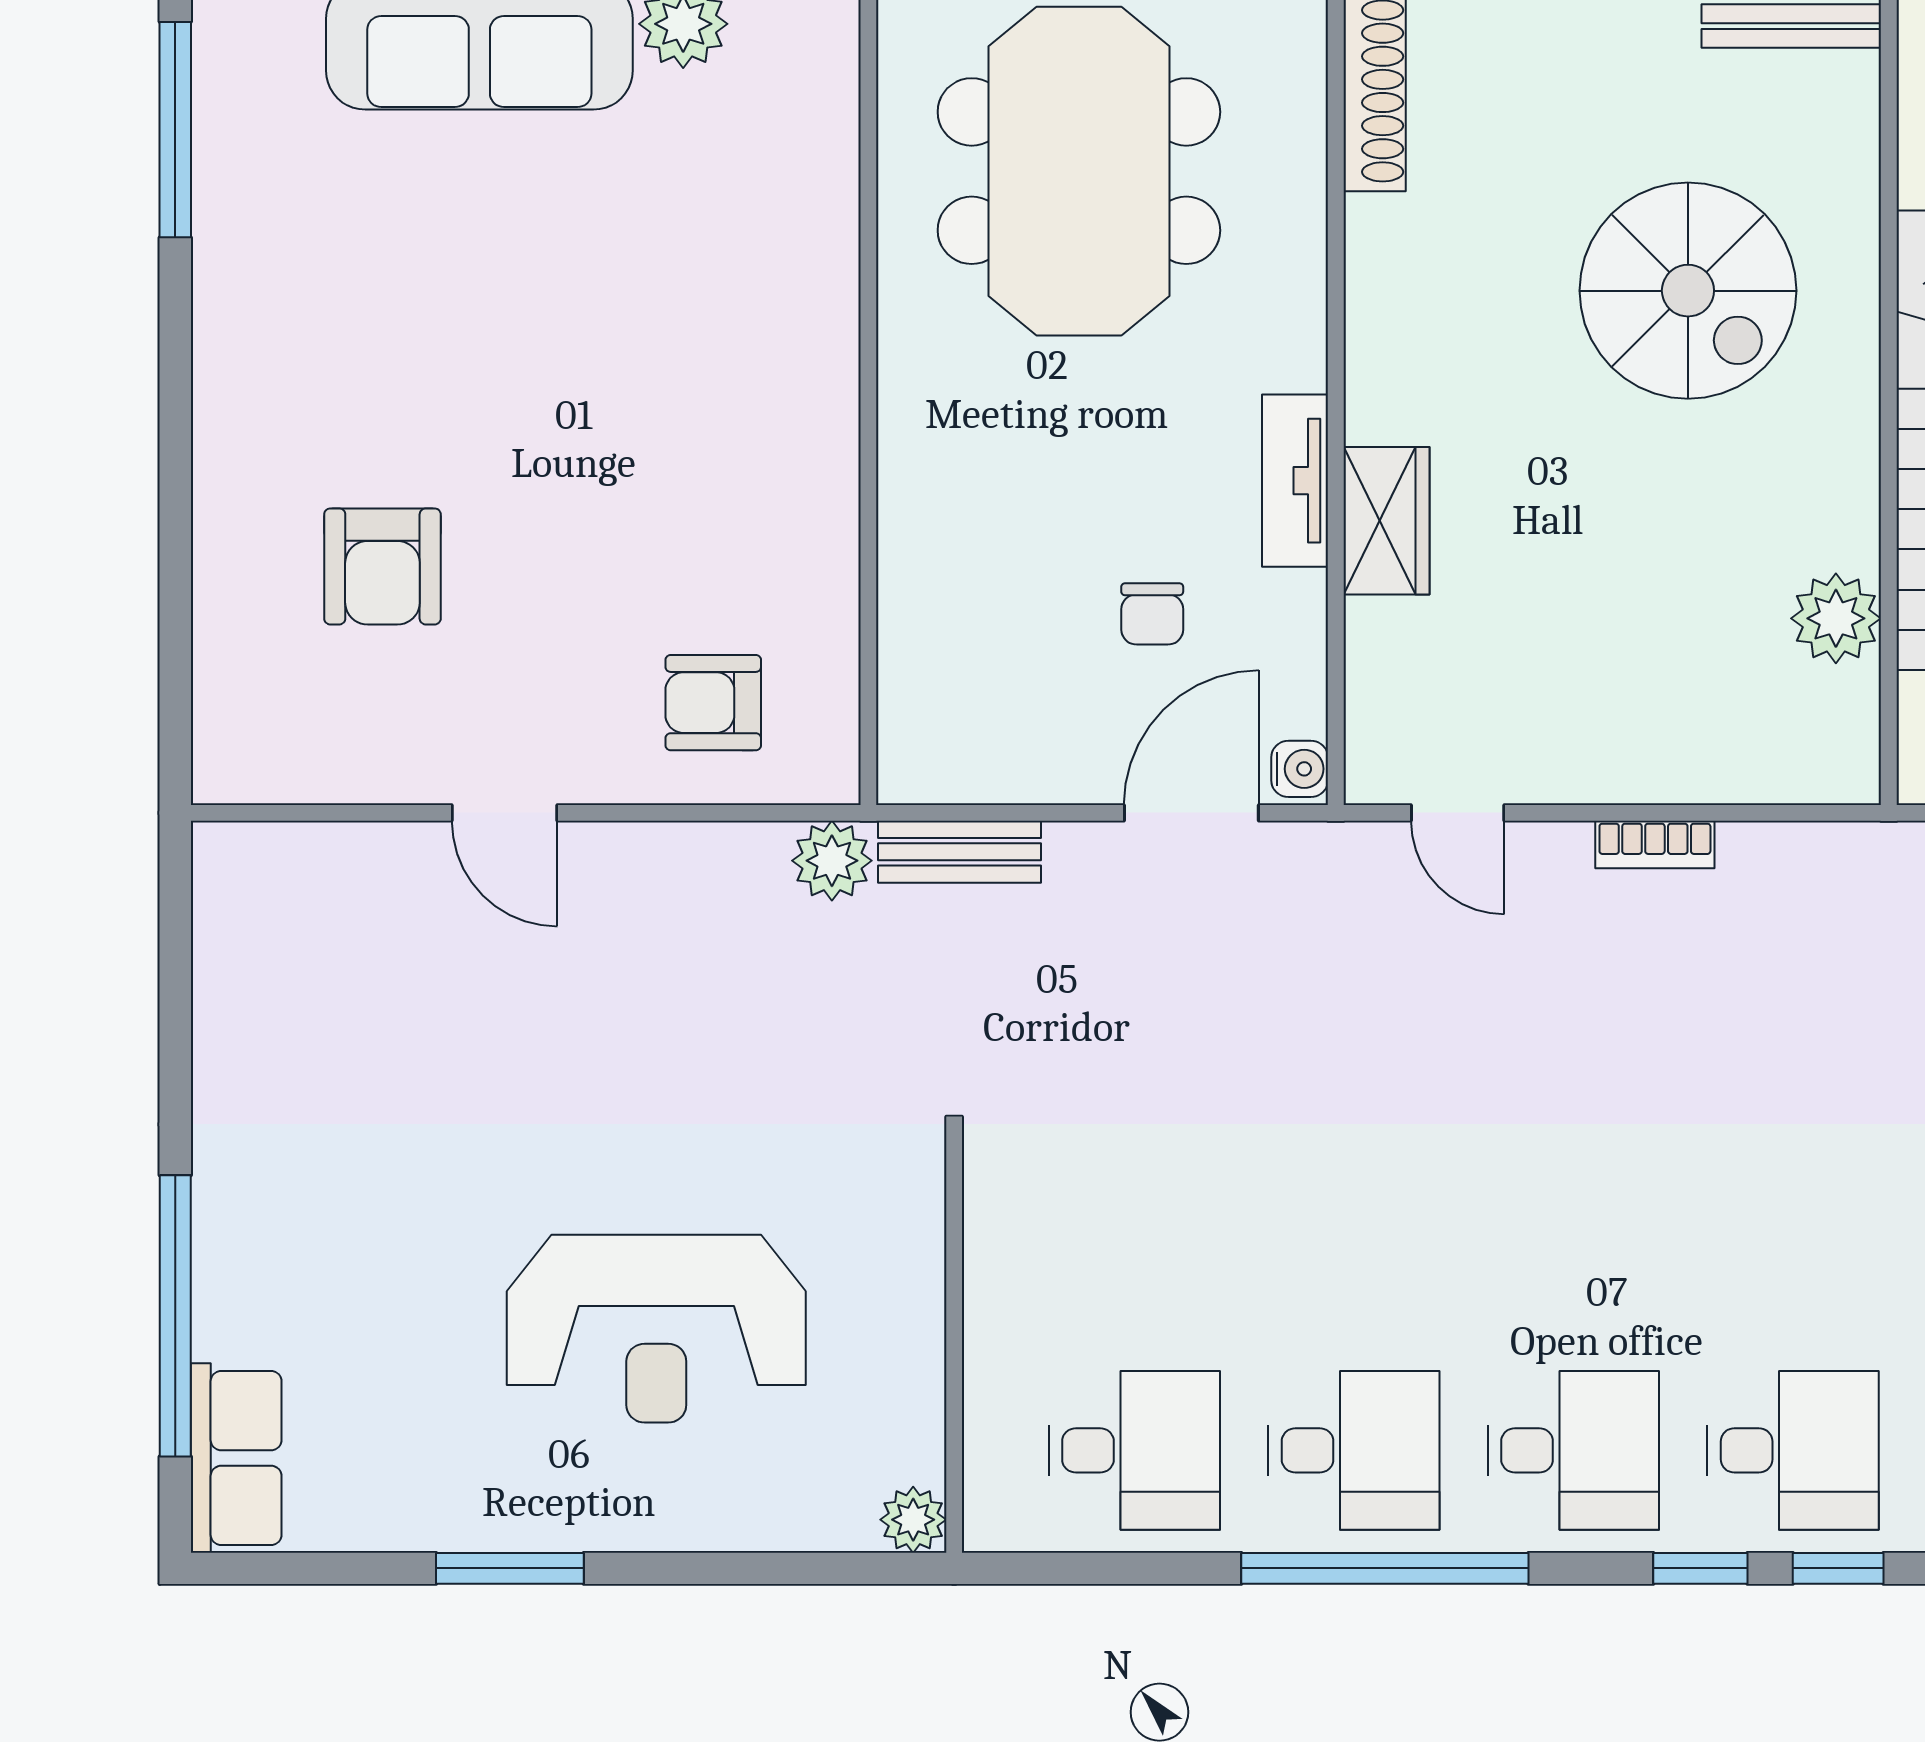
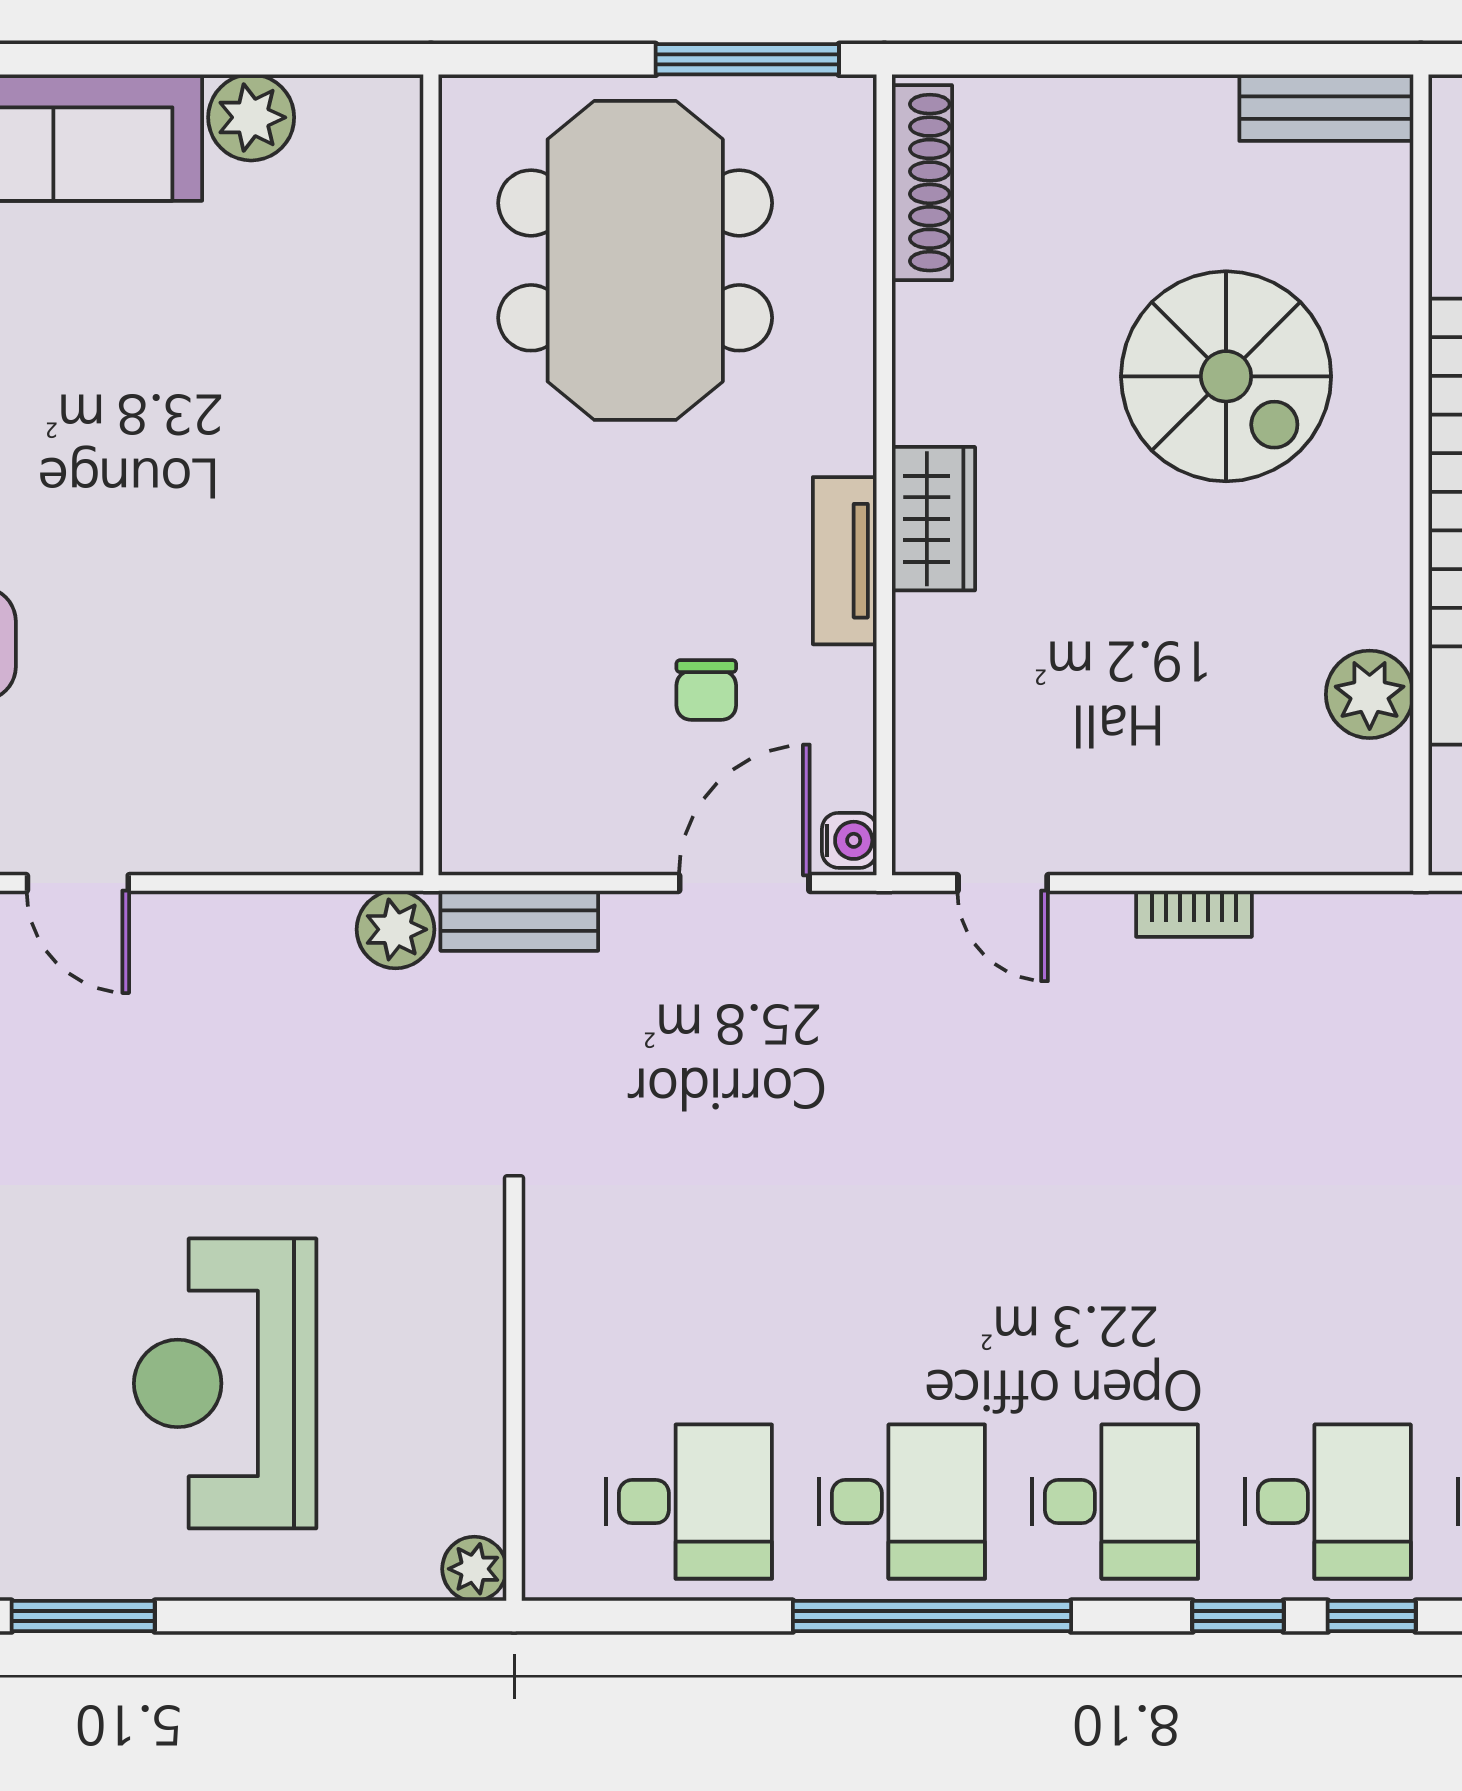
wardrobe: (1386, 521) -> (933, 519), moved
armchair: (713, 703) -> (280, 776), removed
reception desk: (656, 1329) -> (225, 1383), turned 90

